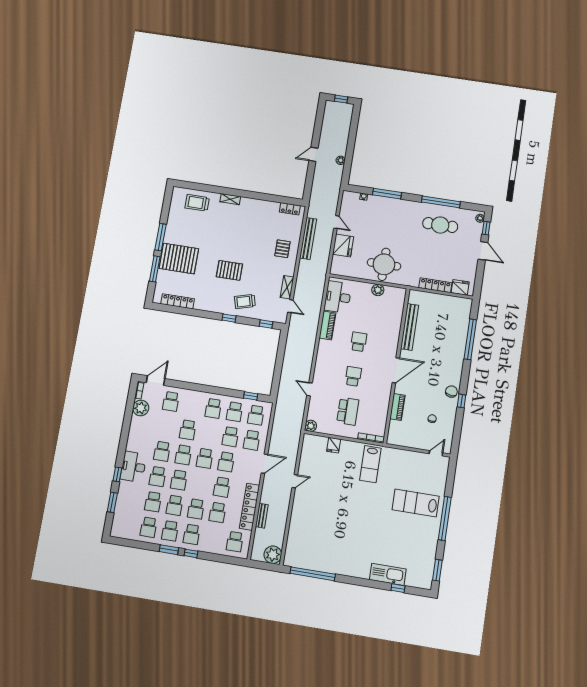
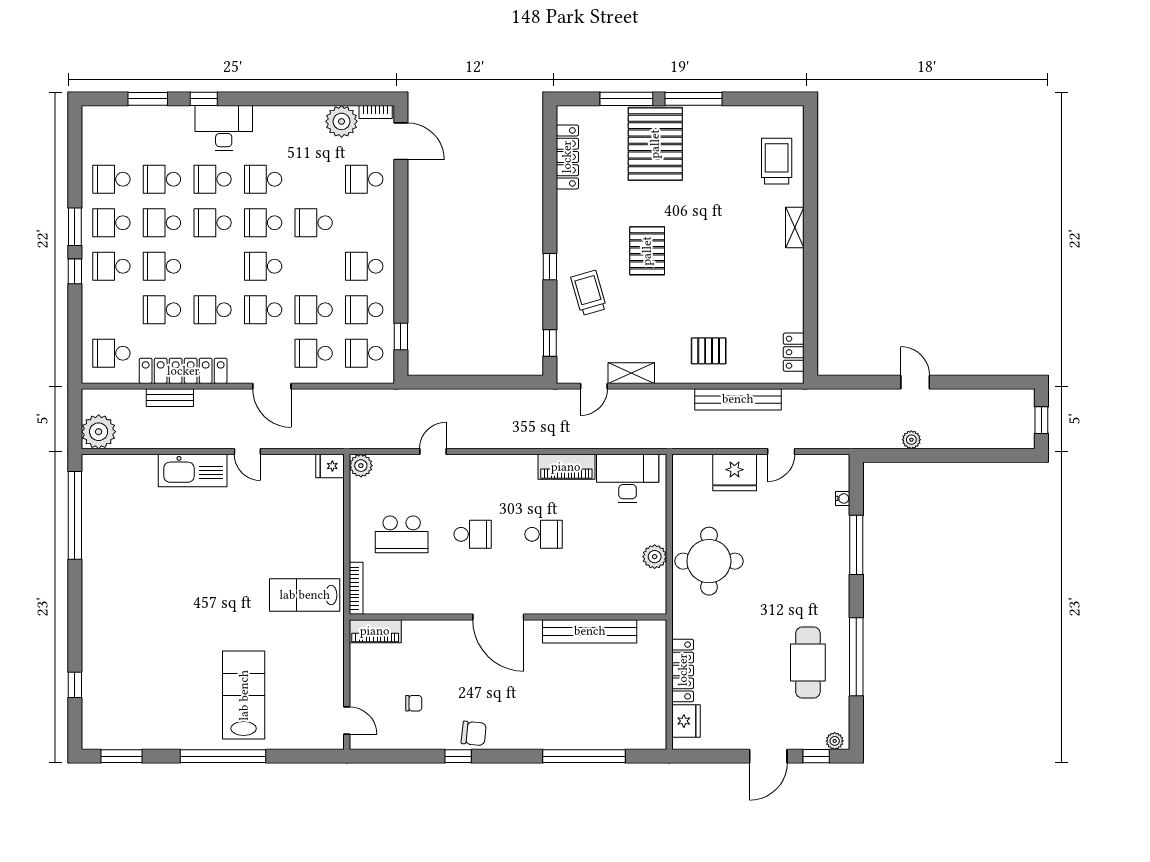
piano: (397, 407) -> (375, 631), moved
fridge: (334, 445) -> (330, 466), moved
kitchen sink: (388, 574) -> (193, 471), moved, turned 90

